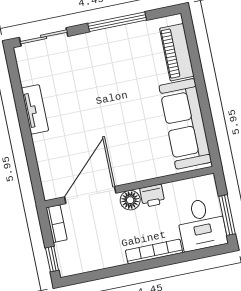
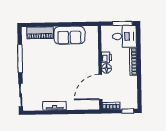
sofa: (185, 124) -> (69, 35), width x0.73
door: (90, 195) -> (101, 87), hinge flipped

